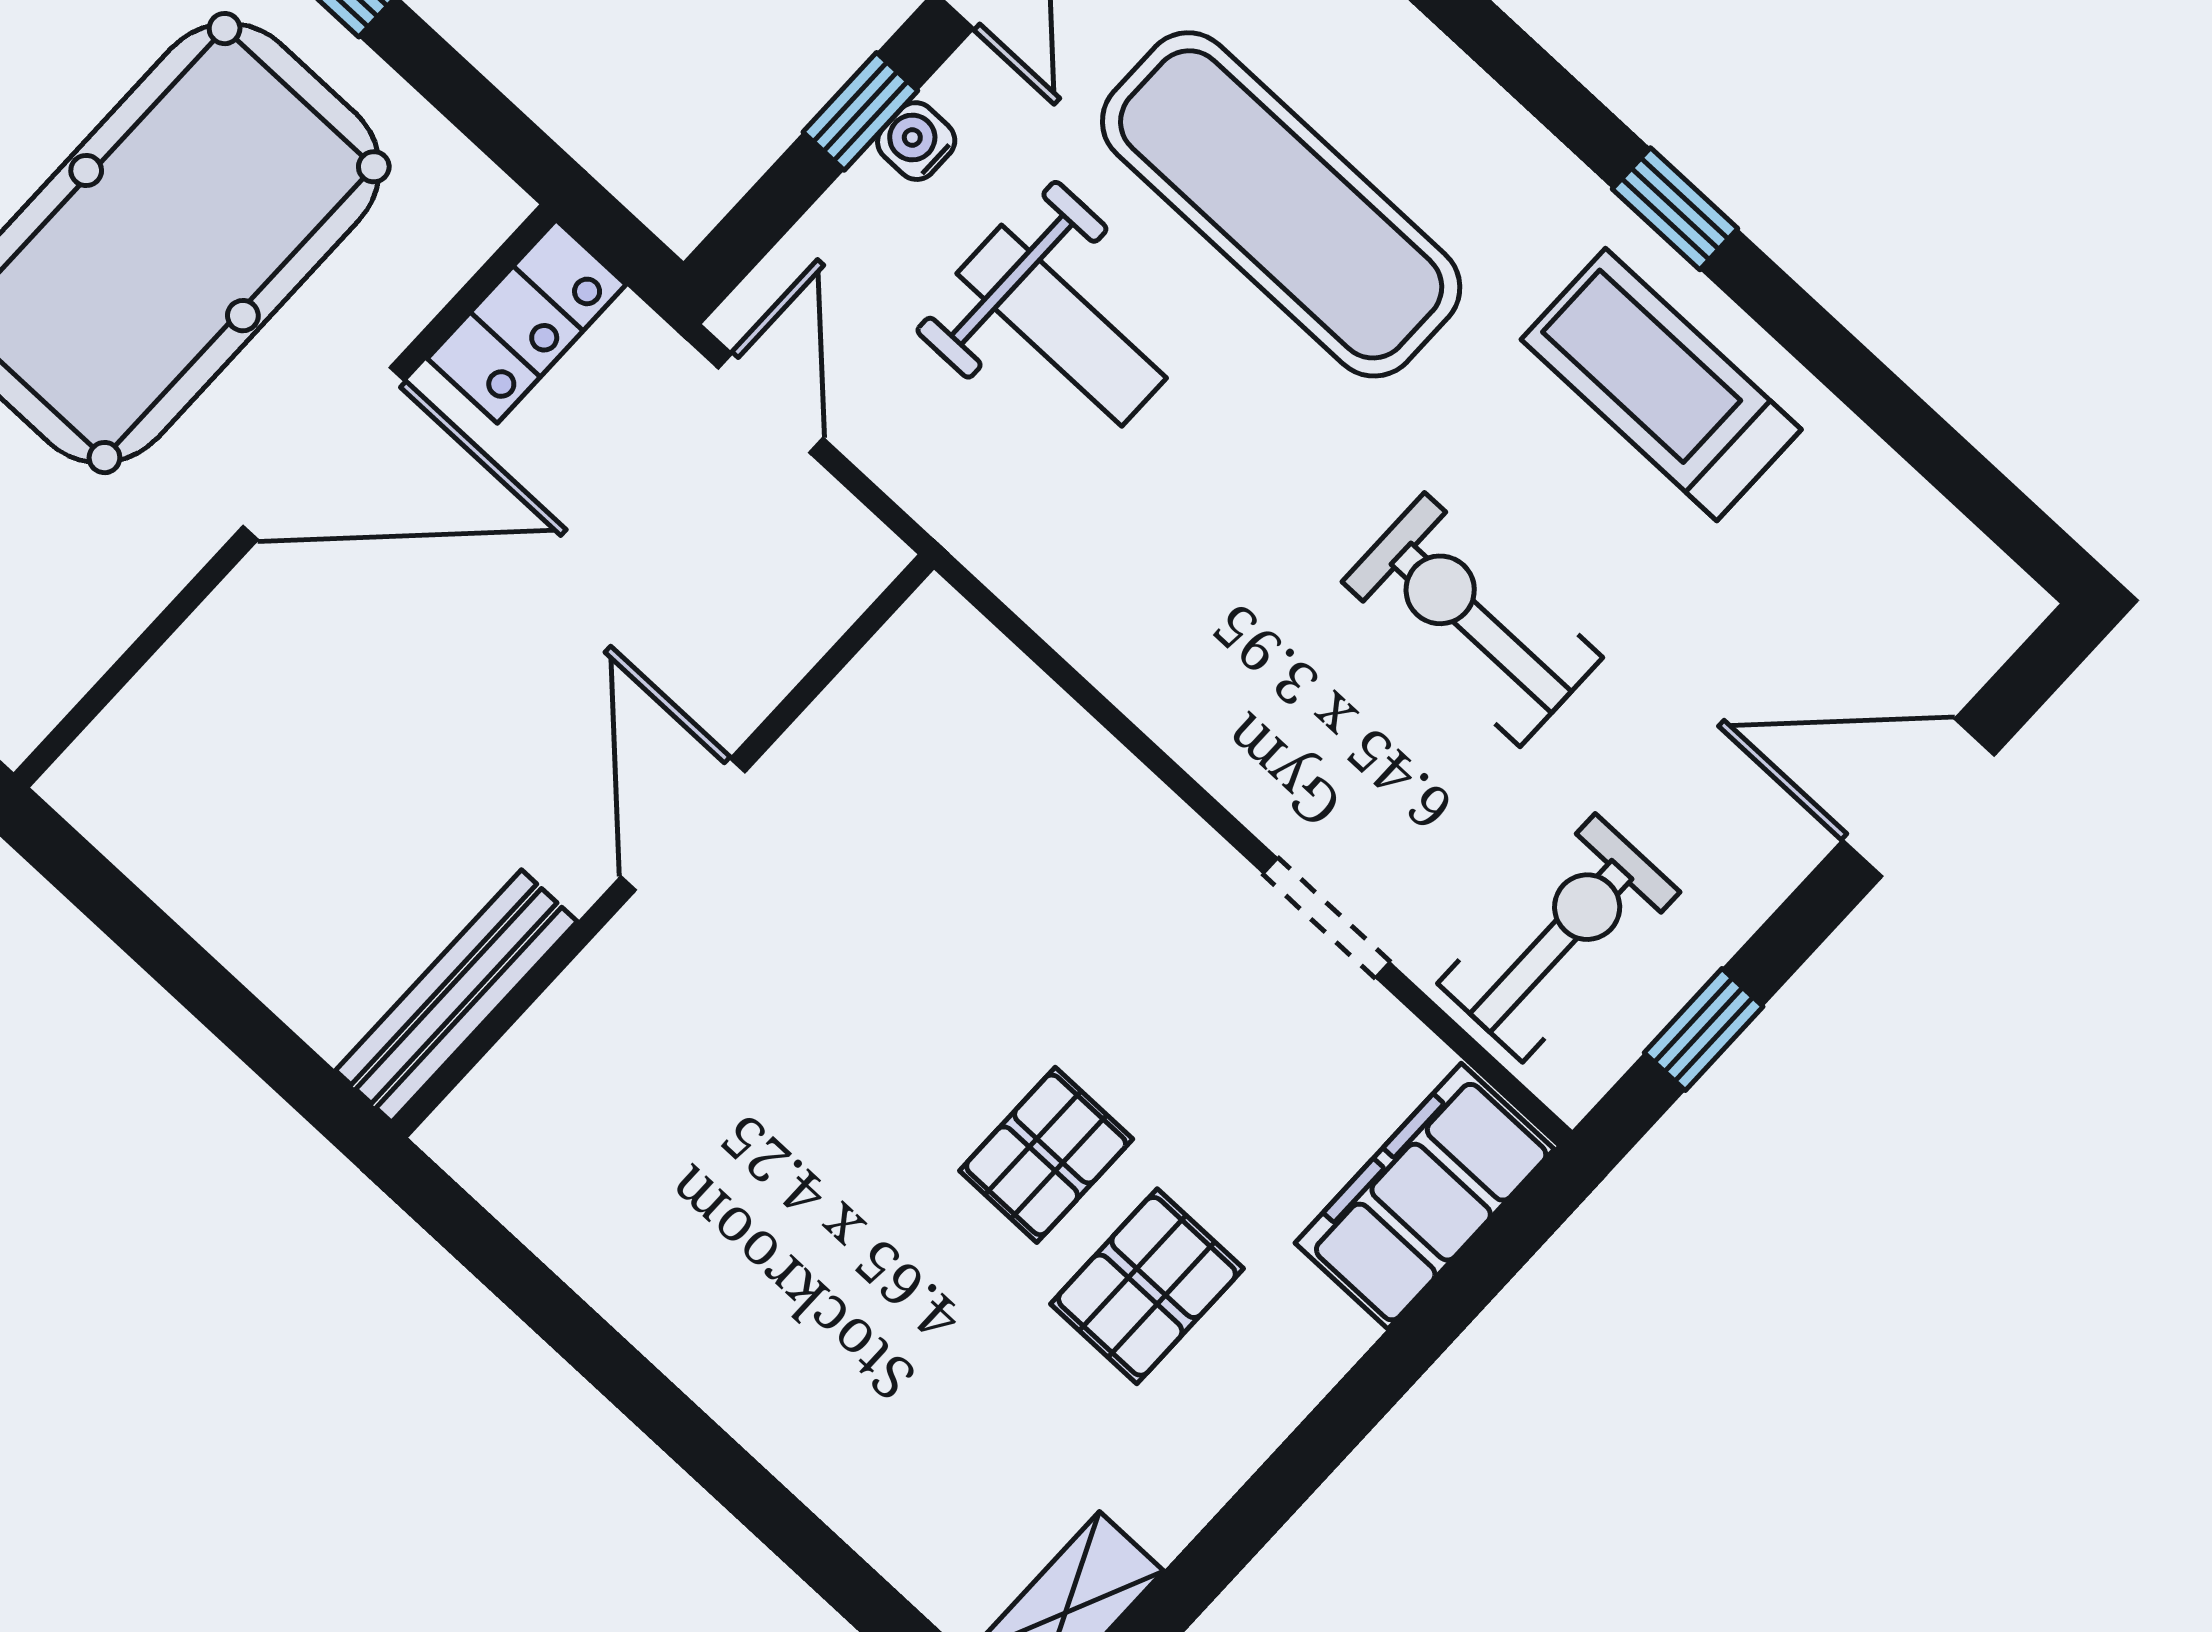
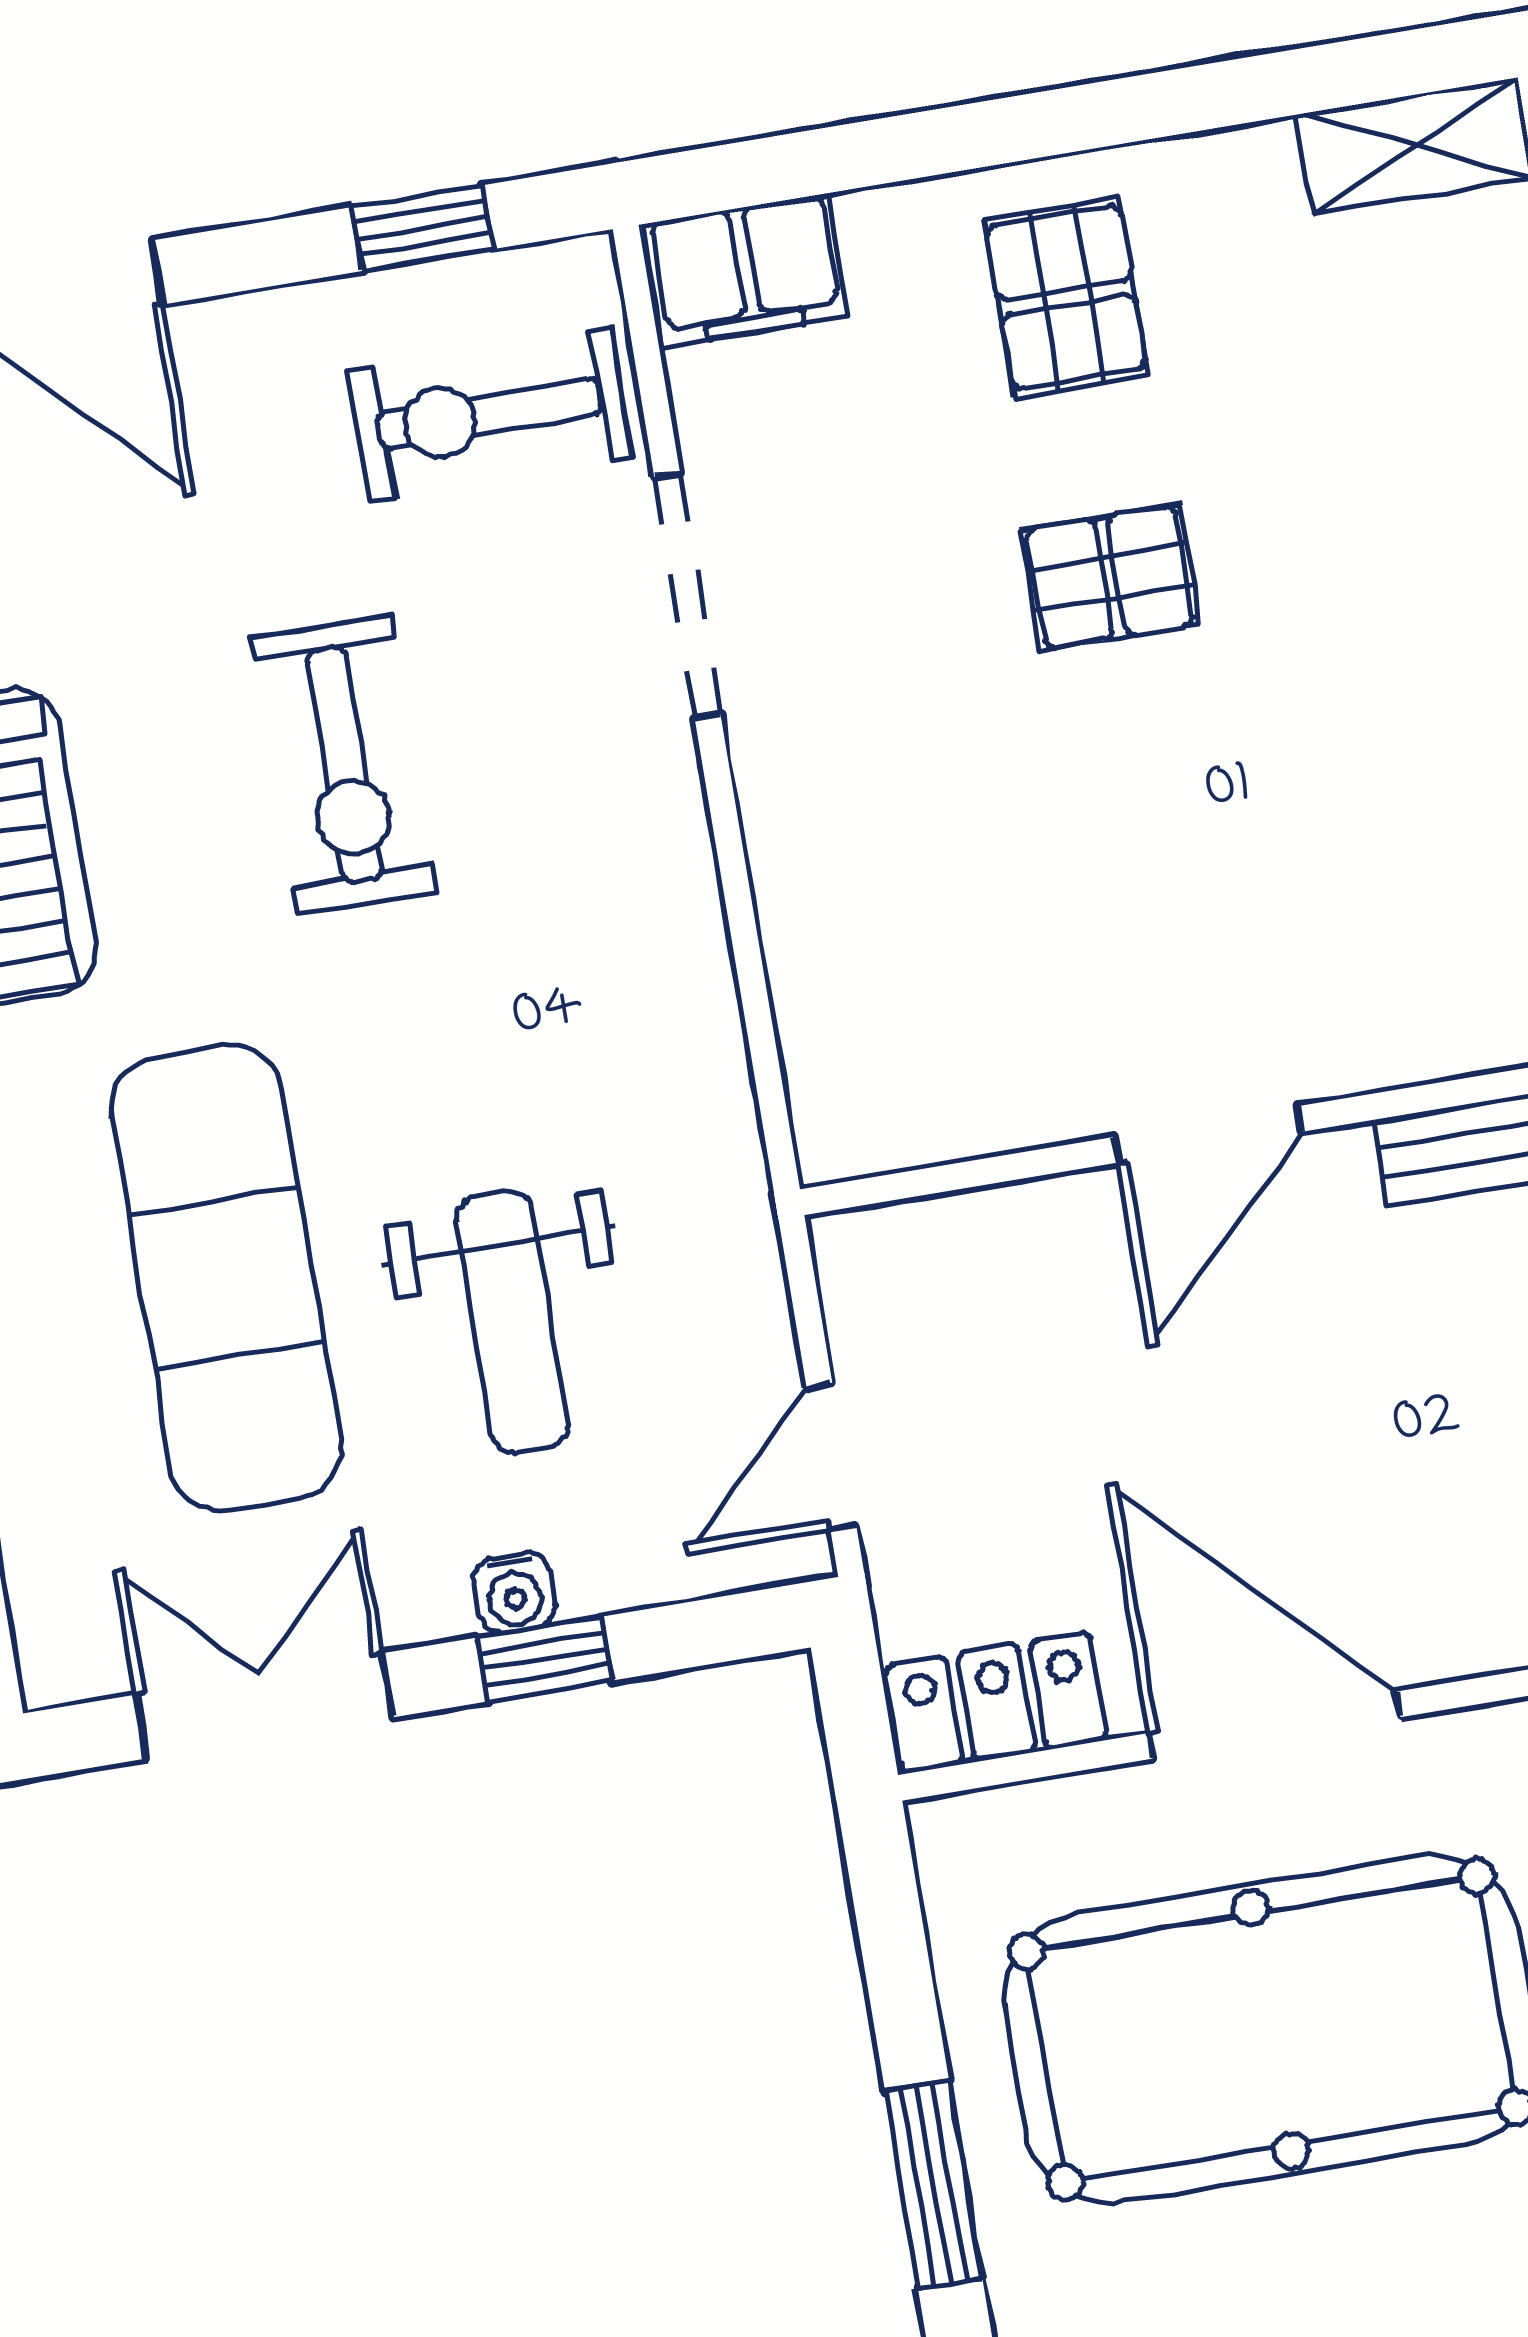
weight bench: (1062, 326) -> (512, 1322), turned 180
doorway: (1326, 918) -> (687, 596), width x1.38
filing cabinet: (1425, 1196) -> (746, 270), width x0.67, depth x0.86
pallet: (1147, 1286) -> (1067, 297), moved, turned 90

